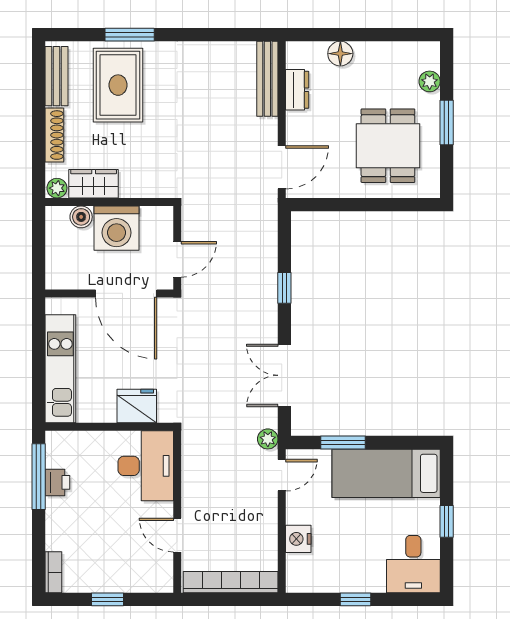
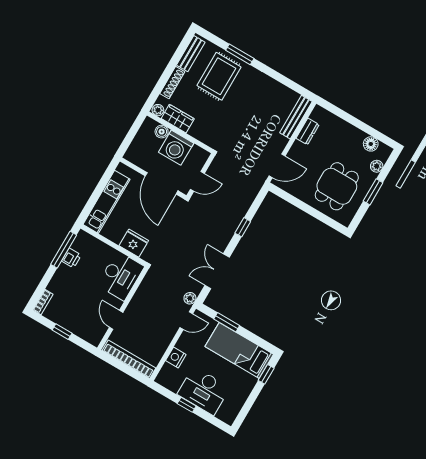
floor lamp: (340, 54) -> (371, 144), moved
window: (447, 521) -> (266, 374), moved
desk: (413, 564) -> (204, 391), moved, width x1.37

